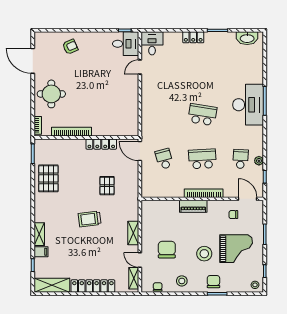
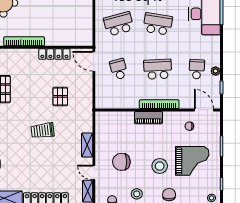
school desk: (164, 115) -> (119, 24), added
chair: (167, 250) -> (121, 162), turned -90

